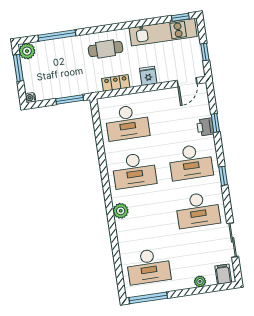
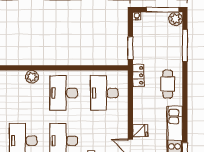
window: (18, 68) -> (163, 10), width x1.44
fridge: (148, 76) -> (140, 131), moved
locker: (116, 83) -> (138, 75), moved

